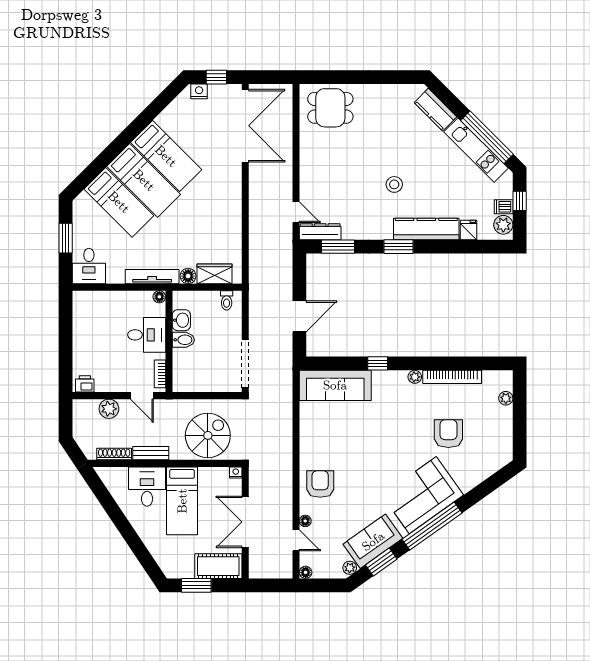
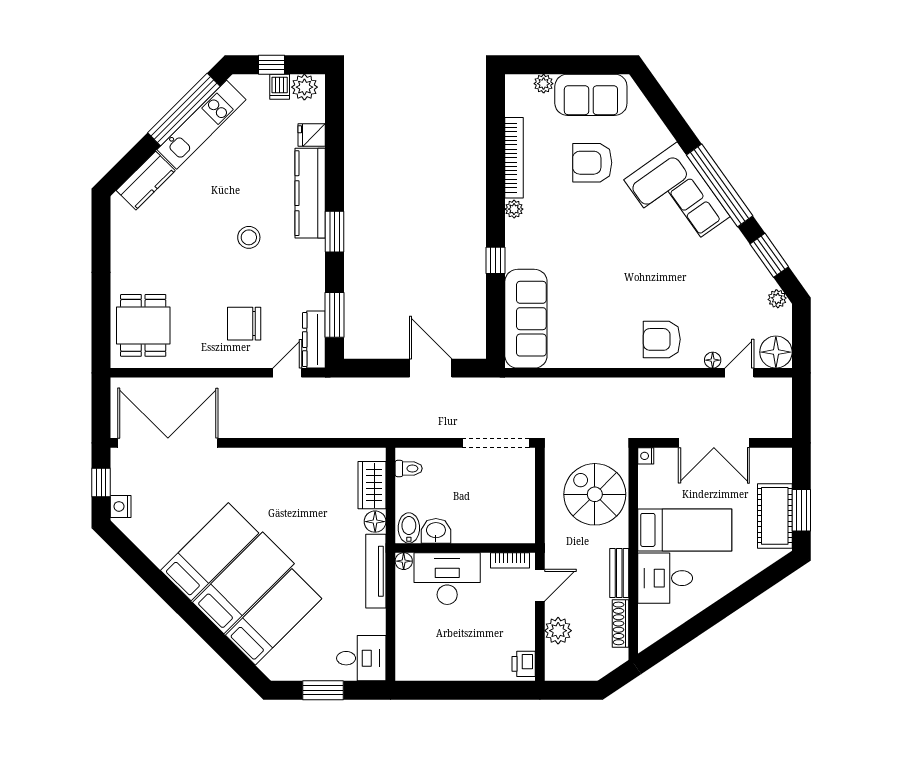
chair: (332, 181) -> (244, 324), added
desk: (147, 335) -> (447, 579), width x1.37
bidet: (183, 340) -> (409, 528), moved
sofa: (373, 541) -> (591, 95), moved, turned -55
cot: (218, 566) -> (775, 516), moved
floor lamp: (306, 572) -> (776, 352), width x1.89, depth x1.89

